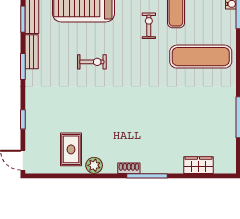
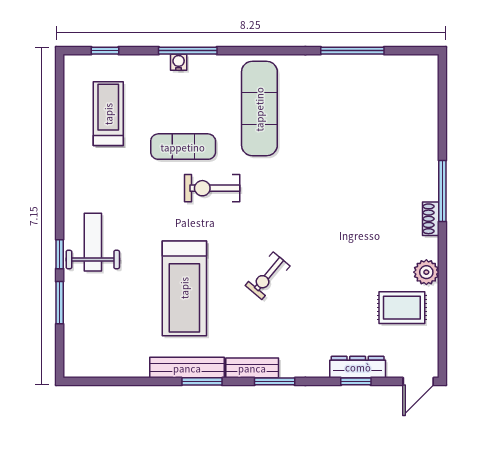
exercise bike: (149, 26) -> (212, 188), width x1.38, depth x1.39
exercise bike: (92, 62) -> (268, 276), turned -140
dresser: (32, 121) -> (358, 367), added
wardrobe: (198, 165) -> (426, 112), removed

